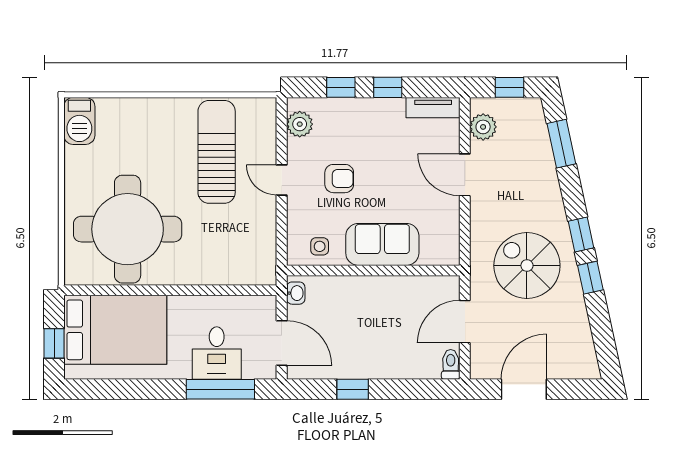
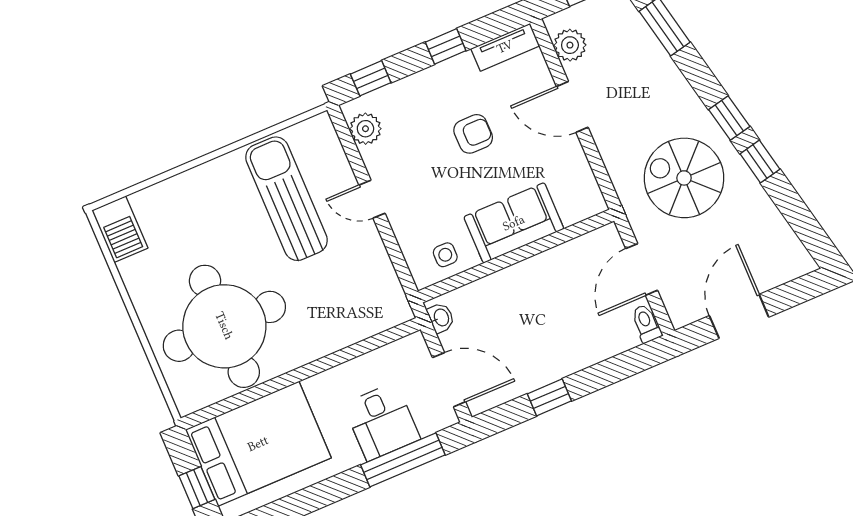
window: (341, 87) -> (371, 78), moved
armchair: (339, 179) -> (473, 134), moved

